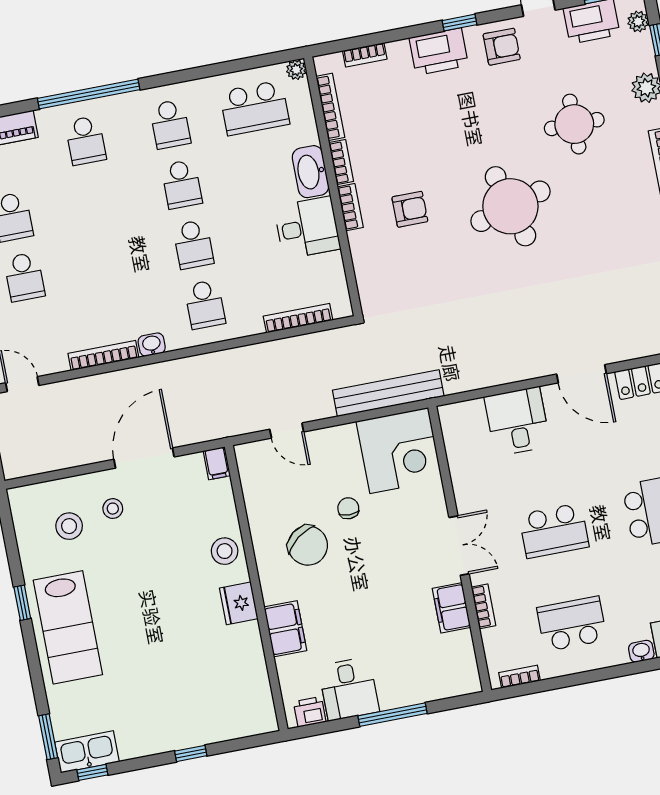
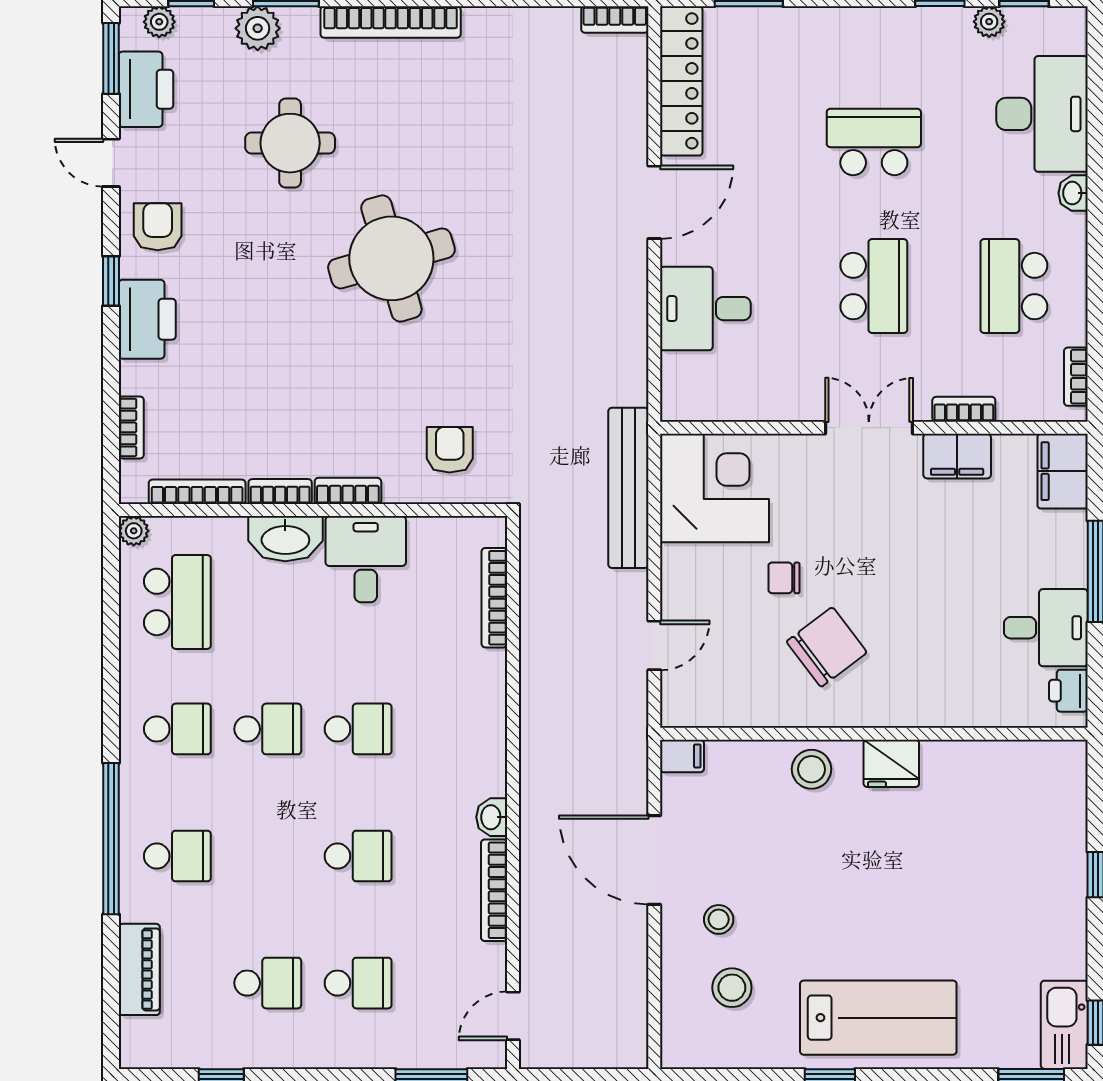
armchair: (410, 209) -> (450, 450), moved
school desk: (205, 304) -> (358, 856), moved
filing cabinet: (285, 629) -> (1063, 471), moved, turned -90

